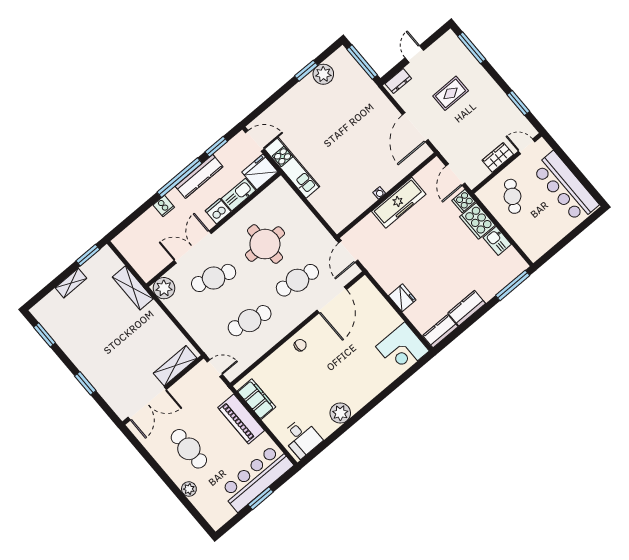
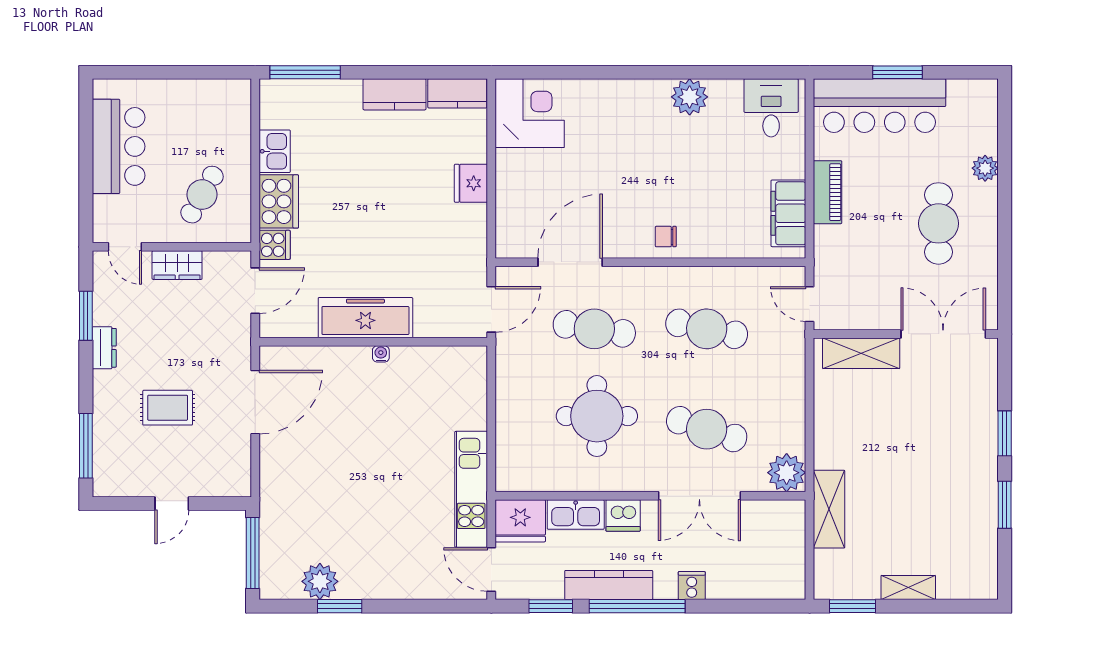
dresser: (398, 81) -> (104, 348), moved, turned 90
bar counter: (565, 187) -> (119, 146), width x0.73
window: (44, 335) -> (1005, 505), moved
piano: (241, 419) -> (828, 192), width x0.73, depth x0.75

